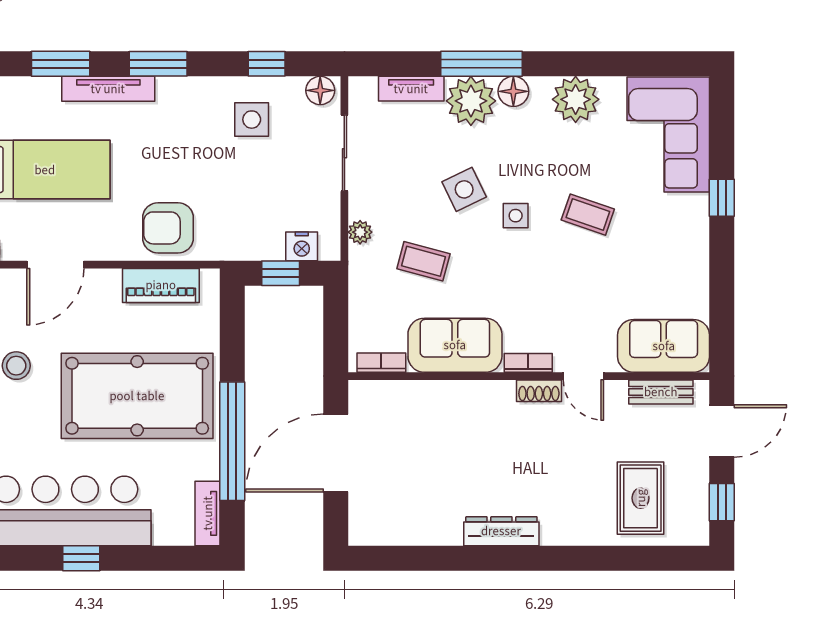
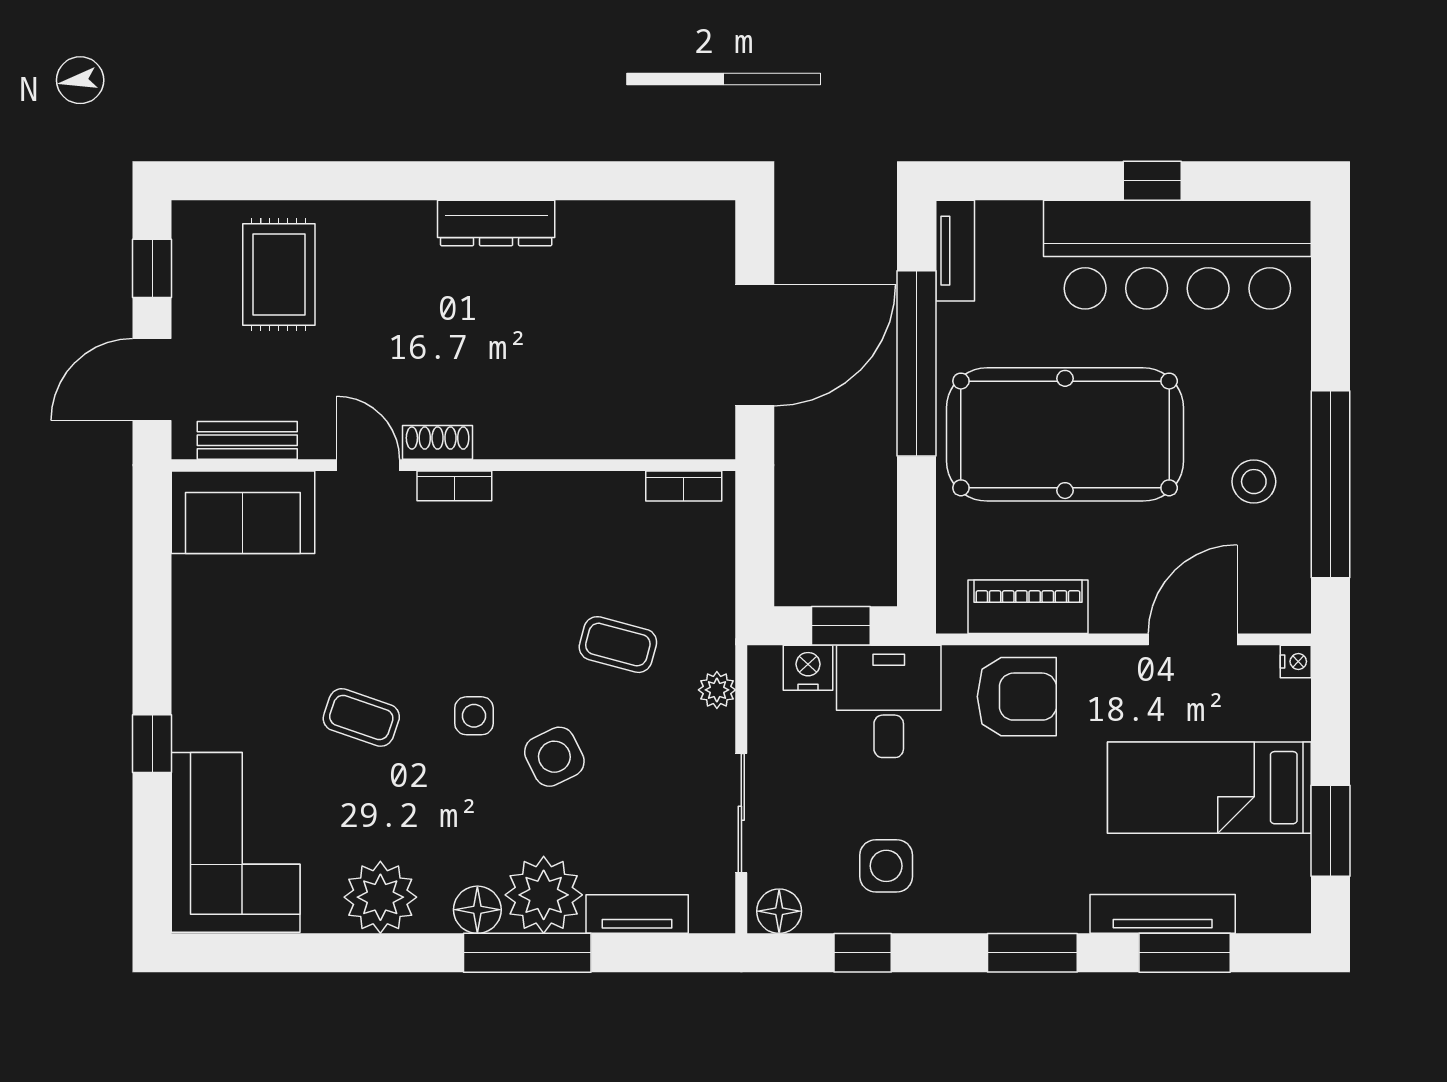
tv unit: (108, 89) -> (1163, 914), moved
desk: (250, 225) -> (889, 701), added
sofa: (455, 345) -> (569, 513), removed

